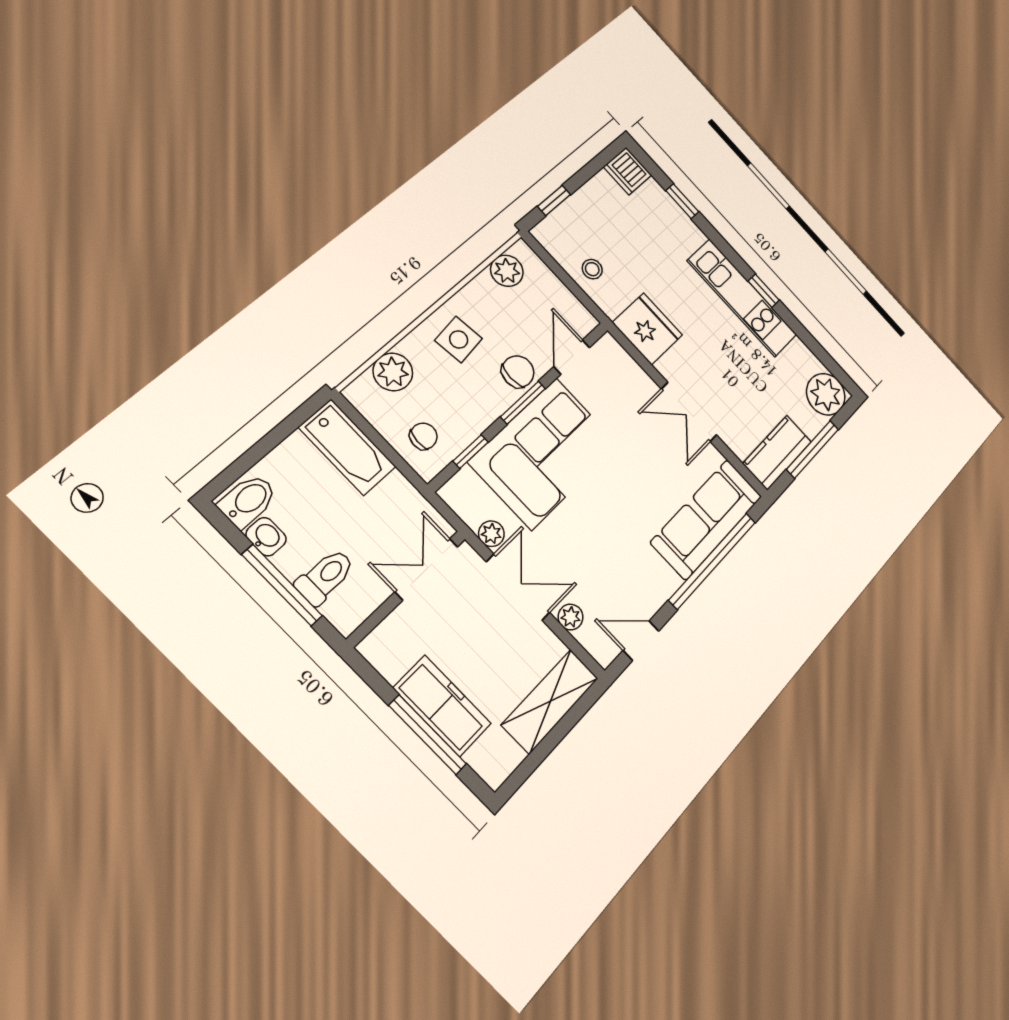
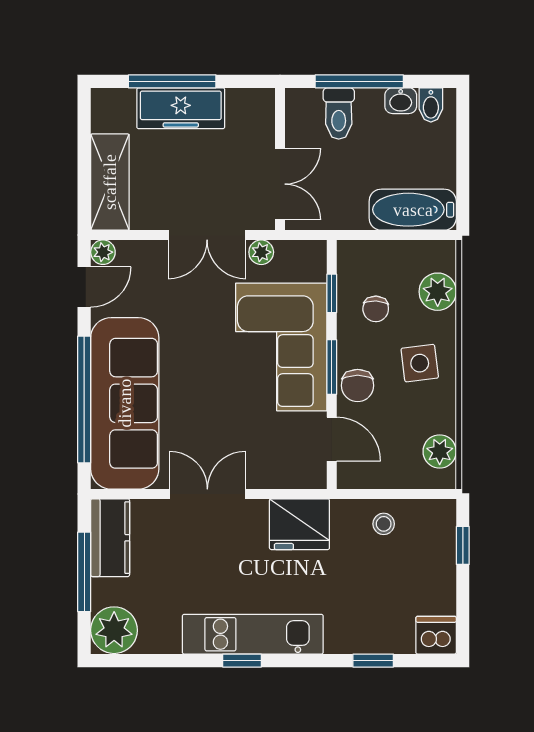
chair: (424, 436) -> (376, 309), moved
bidet: (248, 501) -> (431, 105), width x0.72, depth x0.74
sofa: (707, 519) -> (125, 403), width x1.36, depth x1.27
plant: (571, 617) -> (103, 252), moved

